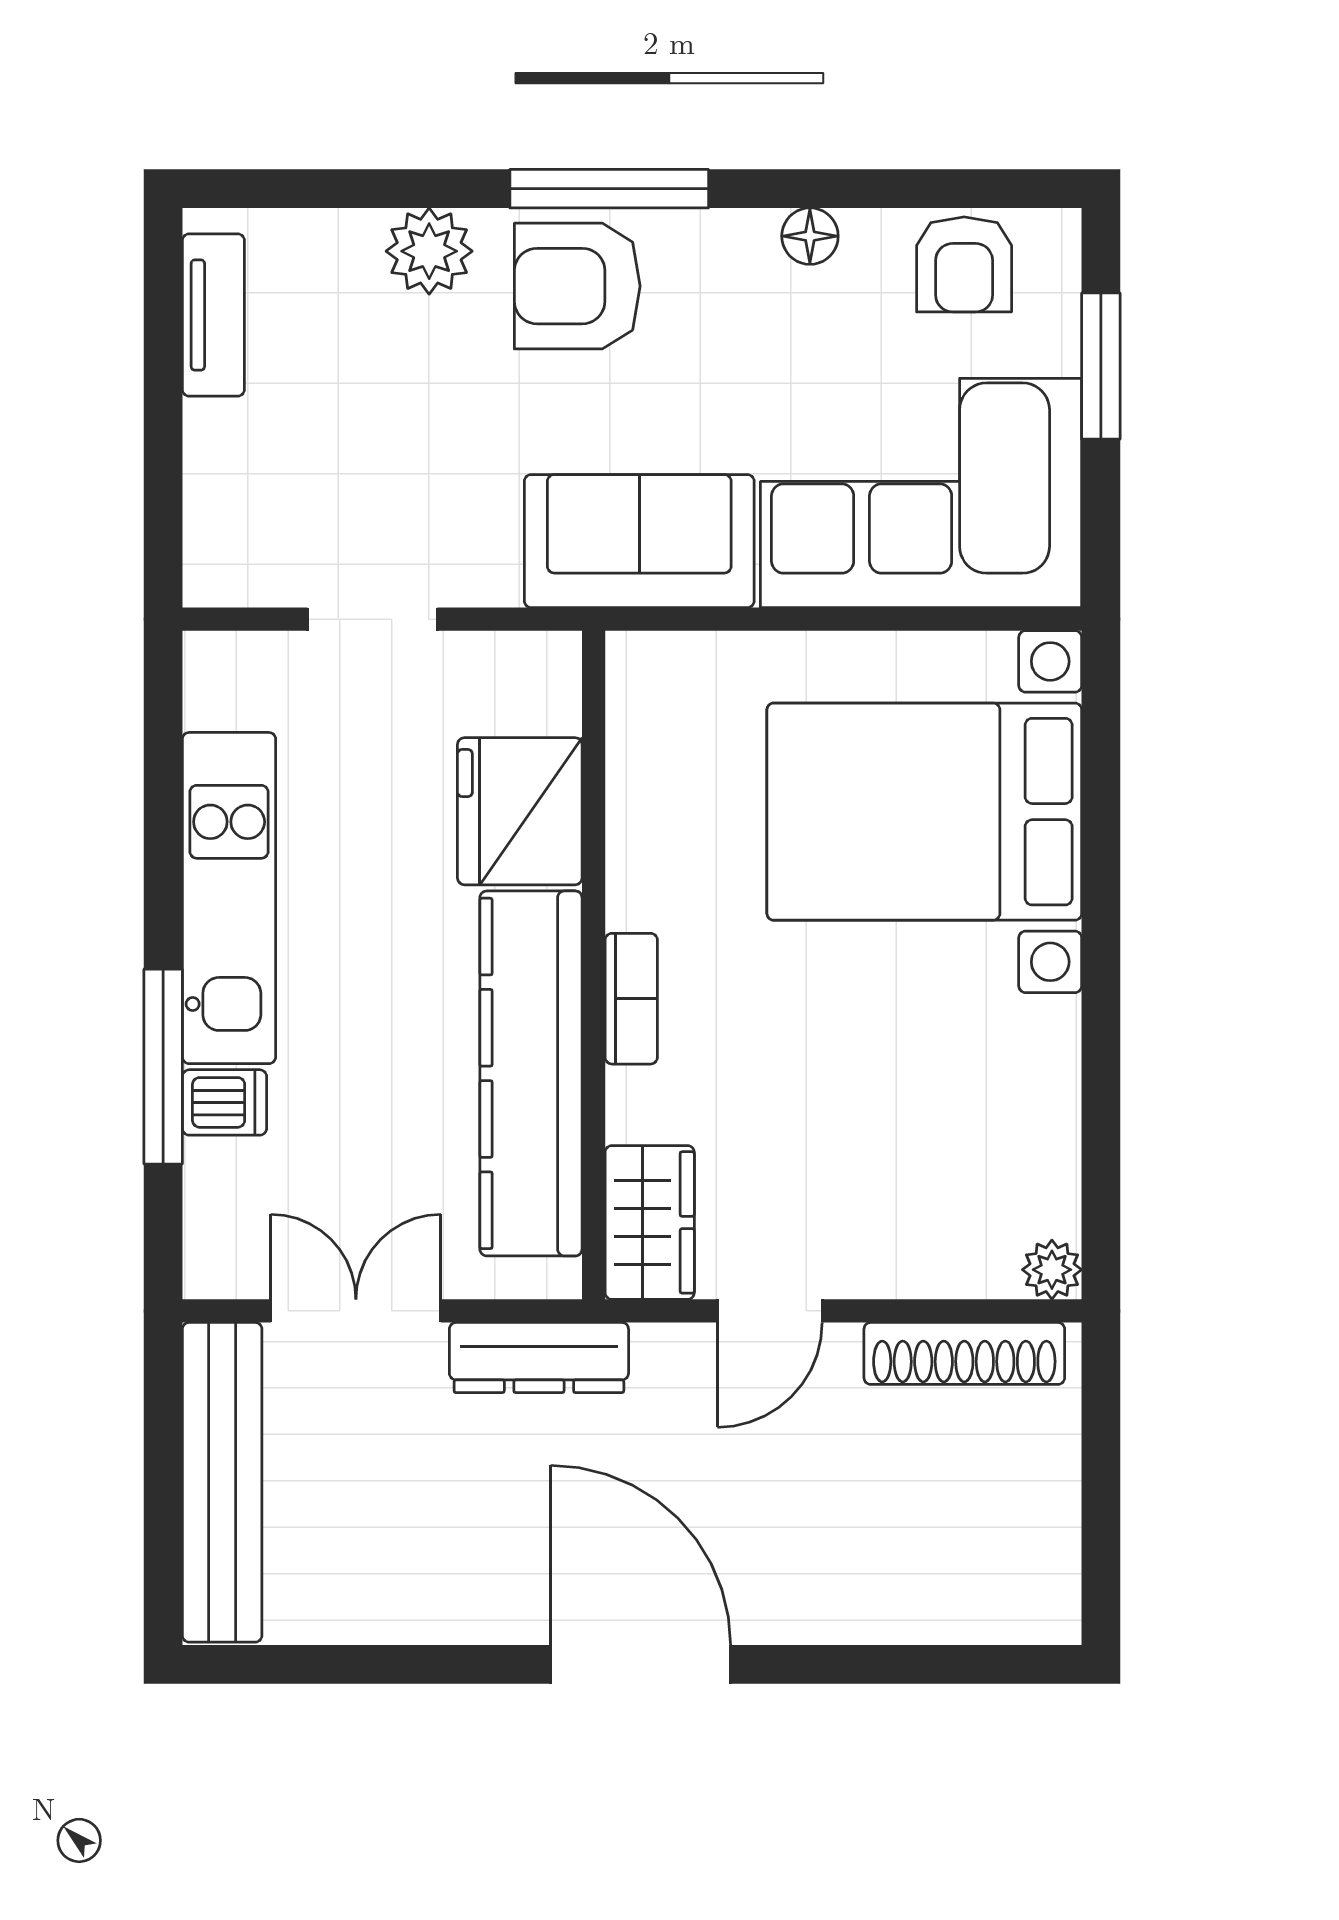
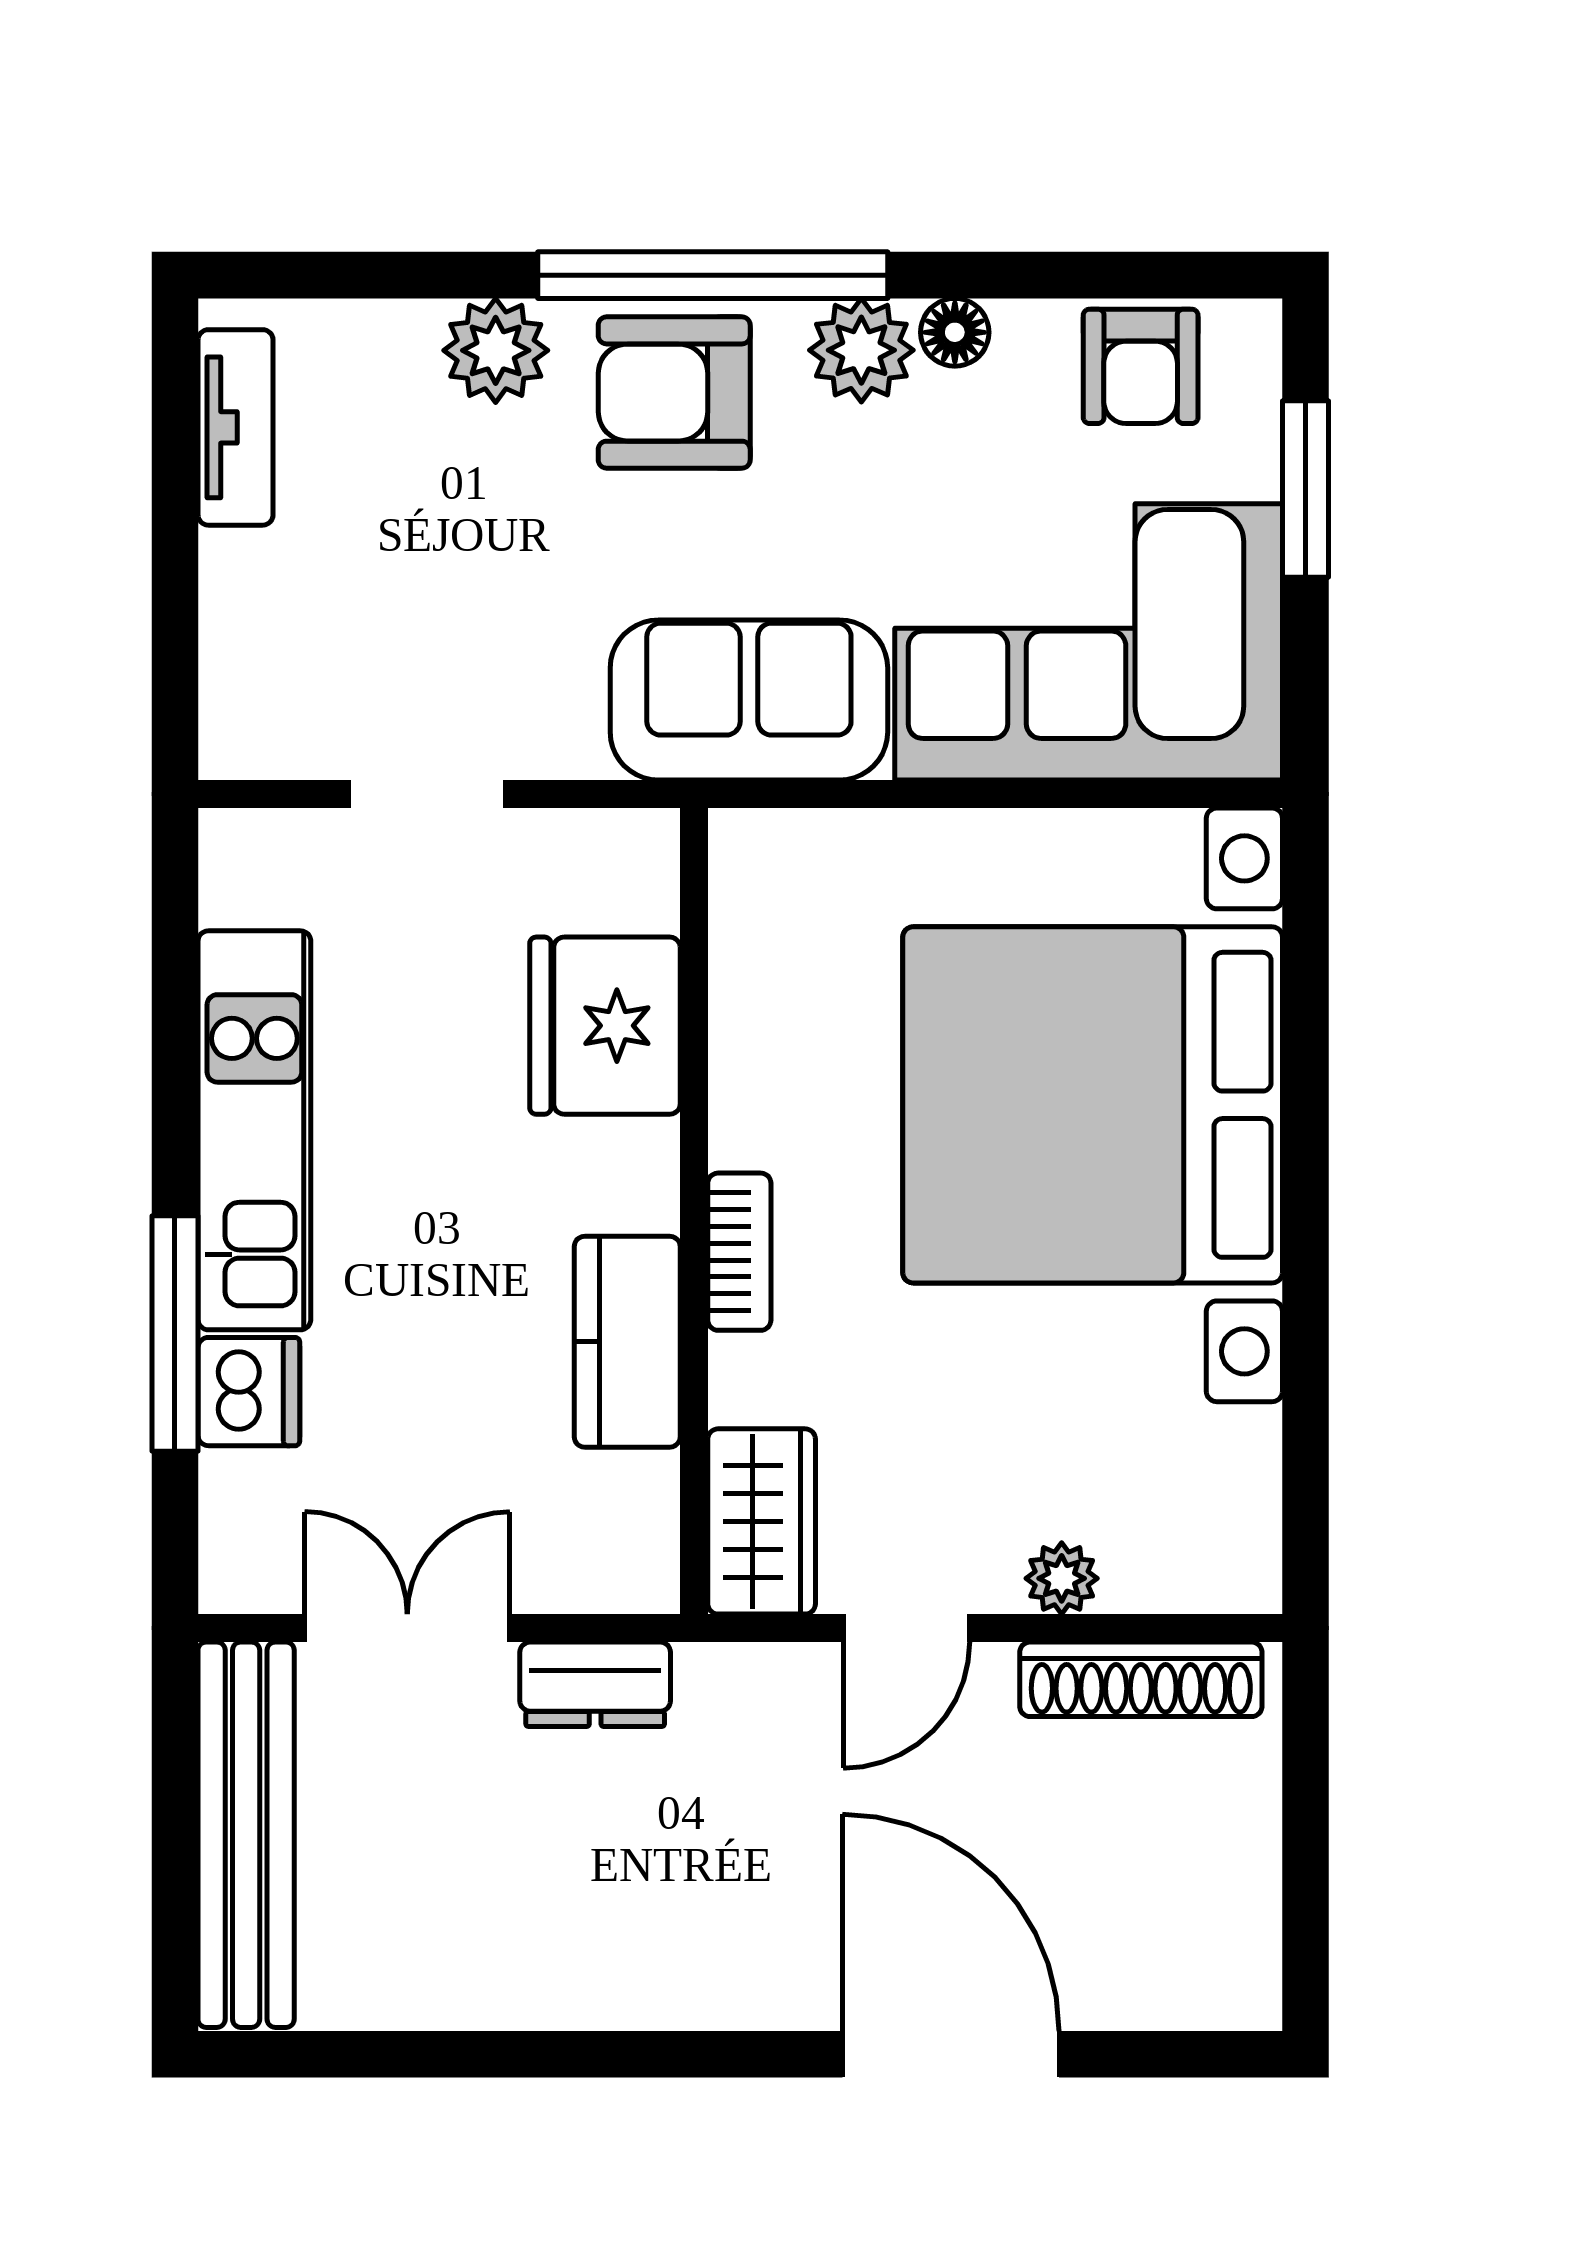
window: (609, 189) -> (713, 275), width x1.46
plant: (732, 251) -> (861, 350), added
bed with nightstands: (924, 812) -> (1093, 1105), width x1.36
kitchen counter: (531, 1073) -> (627, 1342), width x0.48, depth x0.86
dishwasher: (224, 1102) -> (249, 1392), width x1.38
plant: (1052, 1270) -> (1062, 1578), moved
dresser: (539, 1357) -> (595, 1684), width x0.70
door: (641, 1664) -> (951, 2054), moved

